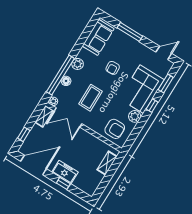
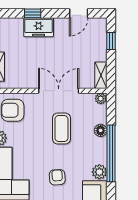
plant: (78, 64) -> (99, 172), moved
window: (60, 75) -> (111, 153), moved
double door: (68, 117) -> (59, 91), moved
door: (34, 165) -> (79, 13), width x0.53

